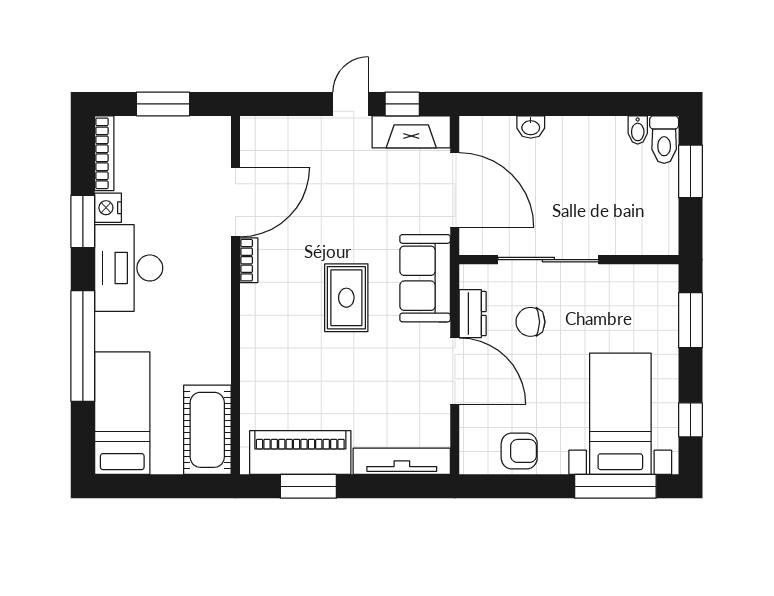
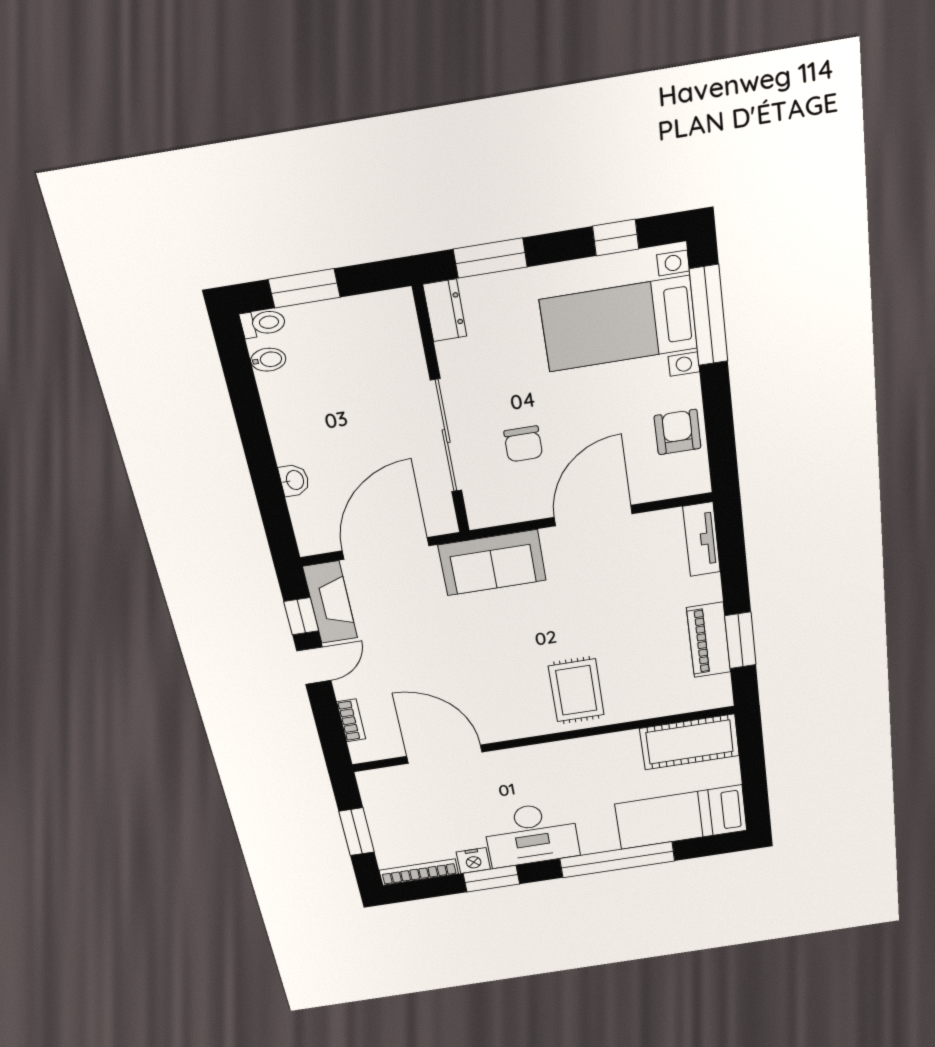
door: (351, 104) -> (314, 666), swing flipped
toilet: (664, 140) -> (263, 323), width x0.73, depth x0.72
bookcase: (249, 260) -> (351, 720), moved, turned 90
rug: (346, 298) -> (576, 690), moved, turned 90
dresser: (473, 314) -> (445, 310), moved, turned 90
piano: (300, 452) -> (709, 640), width x0.73, depth x0.75
tv unit: (402, 461) -> (702, 539), width x0.71

